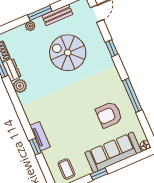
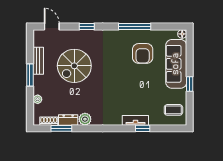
plant: (30, 26) -> (38, 99), moved

